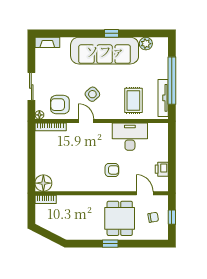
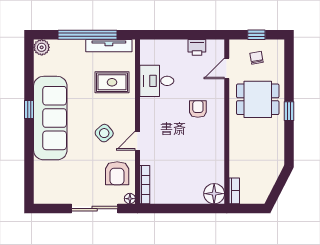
fireplace: (47, 42) -> (40, 189), removed
plant: (146, 44) -> (42, 47), moved
sliding door: (31, 86) -> (95, 209), width x1.37
desk: (130, 137) -> (157, 81), width x0.73

